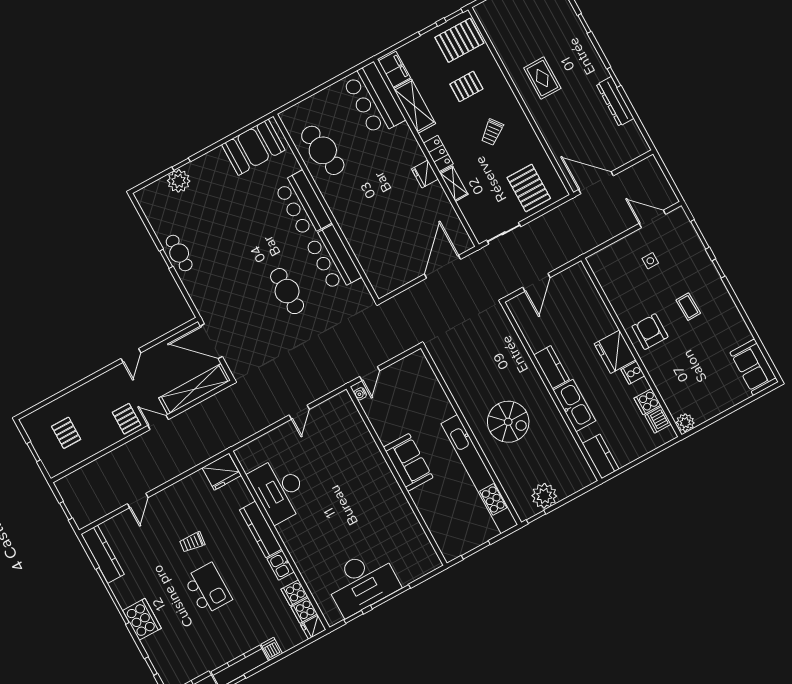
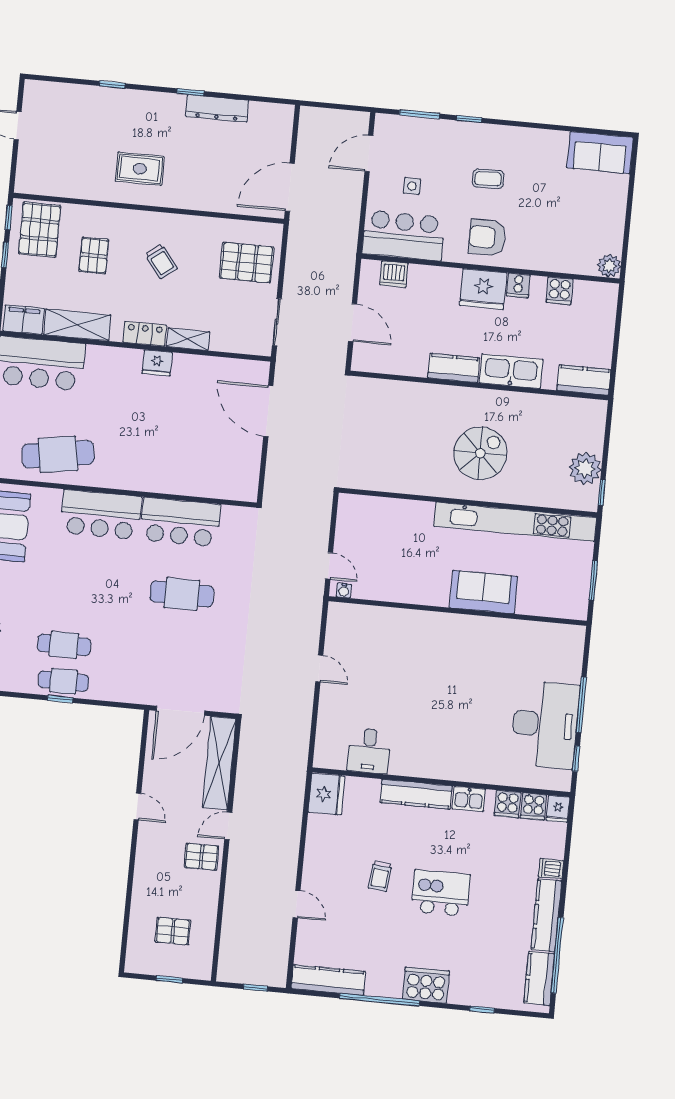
cafe table: (203, 238) -> (64, 645), added
bar counter: (615, 277) -> (403, 235), added
dishwasher: (658, 420) -> (394, 274), moved
sofa: (408, 462) -> (484, 592), moved
desk: (279, 490) -> (369, 751), width x0.53, depth x0.77

